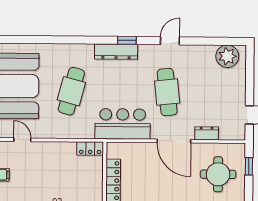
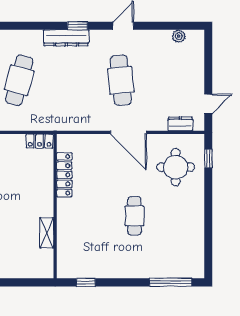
plant: (227, 56) -> (179, 36), width x0.53, depth x0.53
bar counter: (123, 124) -> (74, 115), removed
dresser: (207, 133) -> (180, 124), moved

